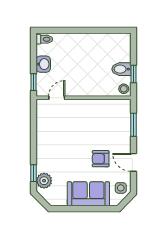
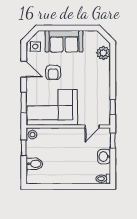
bidet: (121, 69) -> (35, 164), moved
corner sofa: (102, 119) -> (52, 107), added
armchair: (101, 159) -> (53, 72), turned 90
window: (34, 173) -> (113, 107), moved

